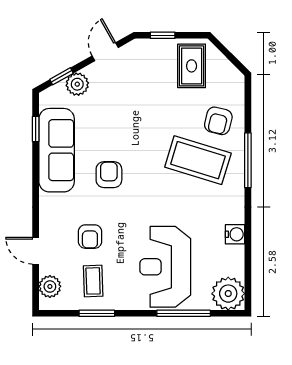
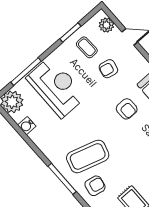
armchair: (218, 121) -> (95, 186), turned 87
water cooler: (235, 234) -> (27, 126), moved
armchair: (90, 237) -> (108, 69), turned -78

